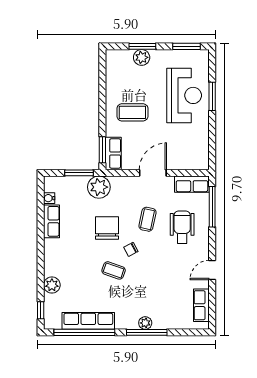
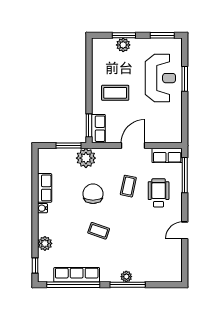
water cooler: (49, 198) -> (42, 208), moved
chair: (131, 249) -> (114, 212), removed
row of seats: (201, 305) -> (175, 261), removed

